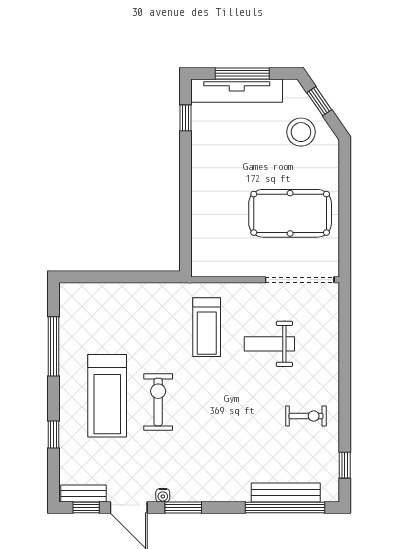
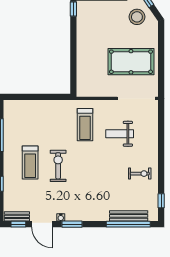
treadmill: (107, 396) -> (30, 162), width x0.73, depth x0.73

